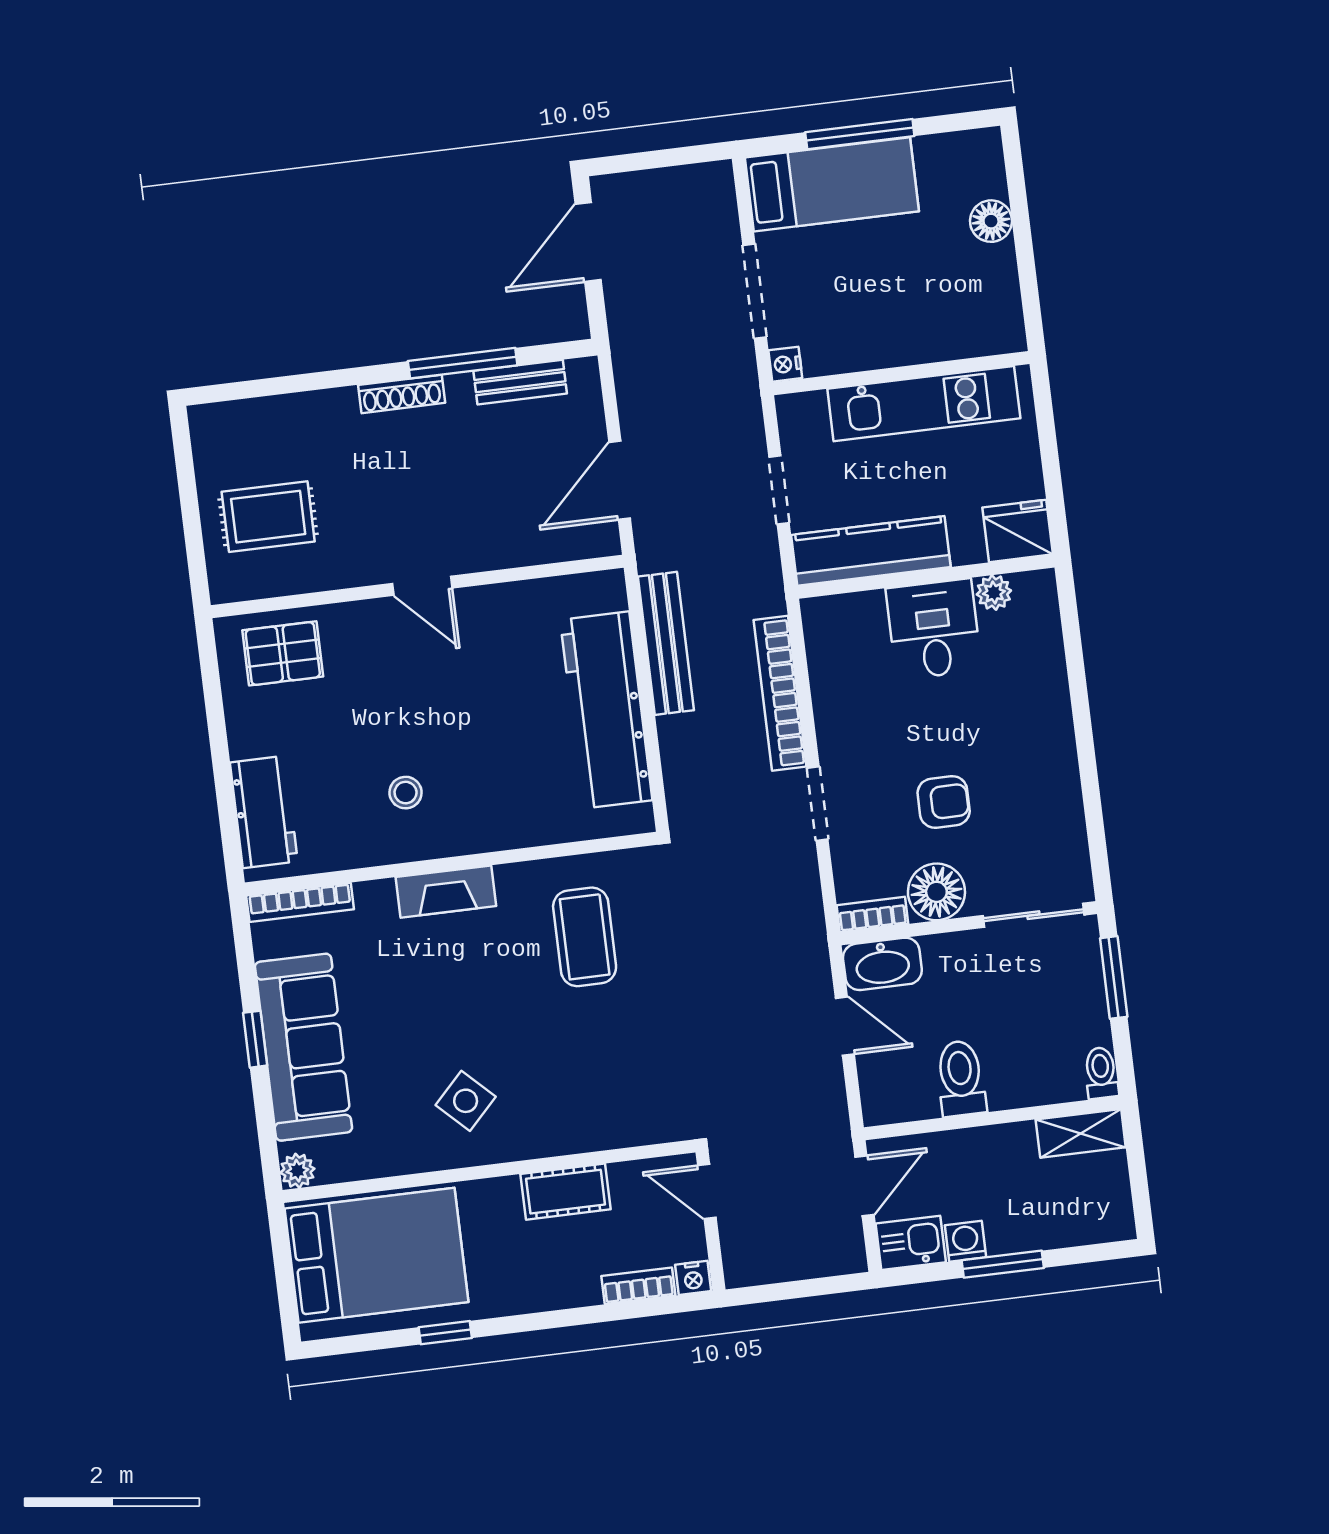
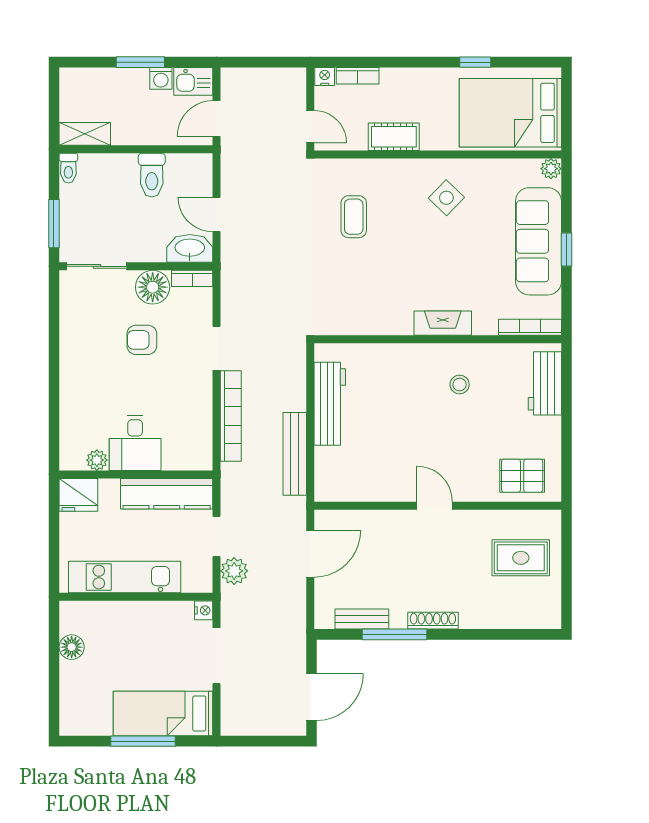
floor lamp: (991, 221) -> (72, 647), moved
plant: (743, 436) -> (234, 571), added
workbench: (606, 710) -> (330, 404), width x0.73, depth x0.76
coffee table: (585, 937) -> (354, 217), moved, width x0.73, depth x0.77

